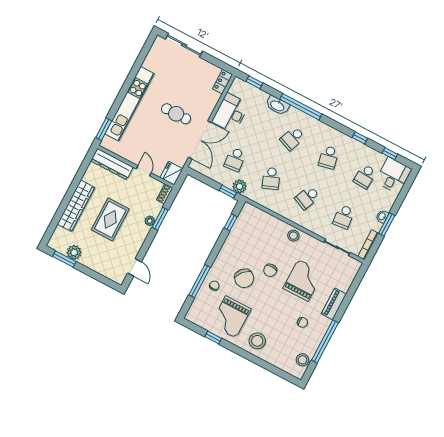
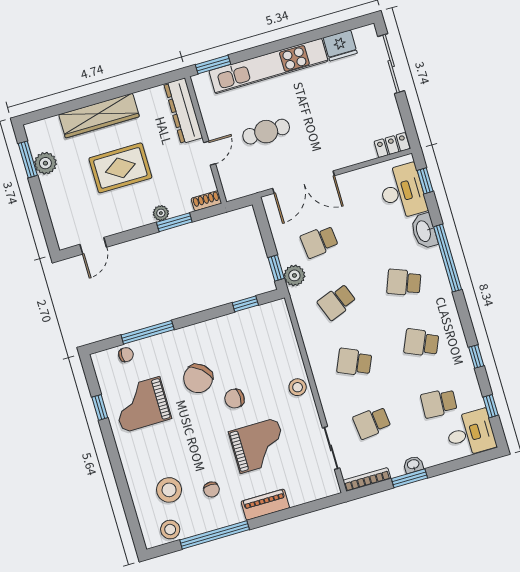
desk: (231, 113) -> (402, 191), moved, turned 90
cafe table: (176, 114) -> (266, 132), moved, turned 90
school desk: (329, 157) -> (421, 343), turned 36
fridge: (171, 173) -> (340, 45), moved, turned 180
chair: (214, 286) -> (126, 355), moved
stool: (257, 341) -> (169, 490), moved

